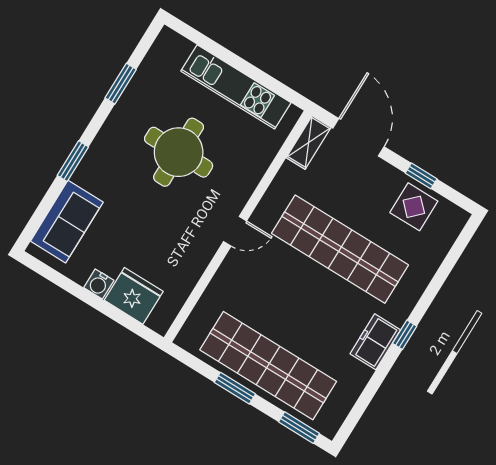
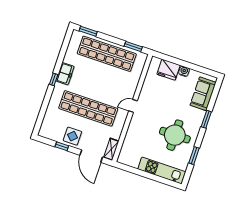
kitchen unit: (236, 87) -> (162, 170), moved
round table: (179, 152) -> (175, 135), moved
display table: (414, 207) -> (72, 136), moved
window: (235, 388) -> (133, 46), moved

